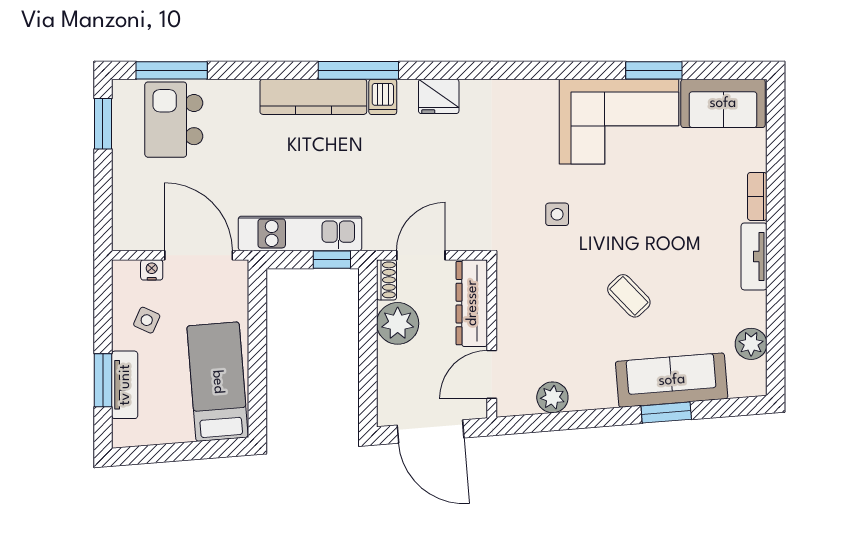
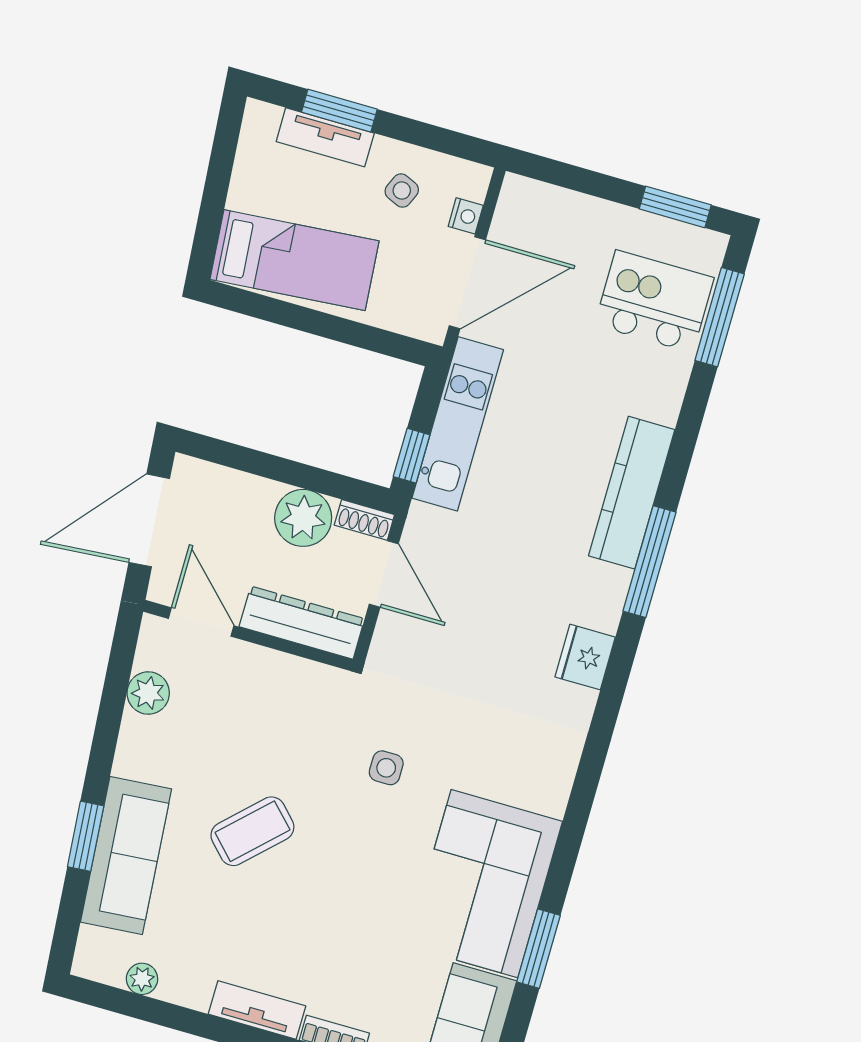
dishwasher: (383, 97) -> (606, 584), removed
coffee table: (629, 296) -> (252, 831), width x1.36, depth x1.30
plant: (751, 344) -> (142, 979), width x0.73, depth x0.73

